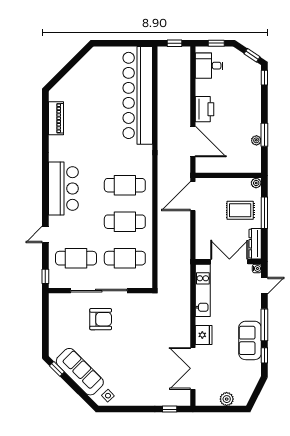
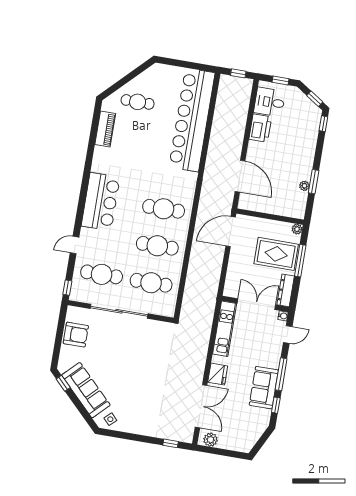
cafe table: (83, 87) -> (138, 102), added
printer: (205, 109) -> (260, 128), moved
rug: (240, 210) -> (276, 254), width x1.36, depth x1.43
armchair: (101, 319) -> (76, 335), moved
double door: (193, 368) -> (201, 406), swing flipped
plant: (227, 399) -> (211, 440), moved

